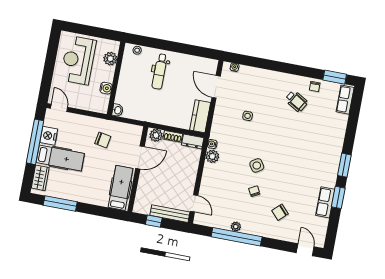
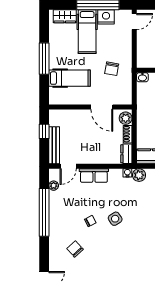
plant: (212, 156) -> (139, 175), moved
row of seats: (209, 179) -> (94, 176), added
hospital bed: (120, 188) -> (70, 78), moved
window: (60, 203) -> (44, 59), moved
plant: (236, 227) -> (54, 186), moved

